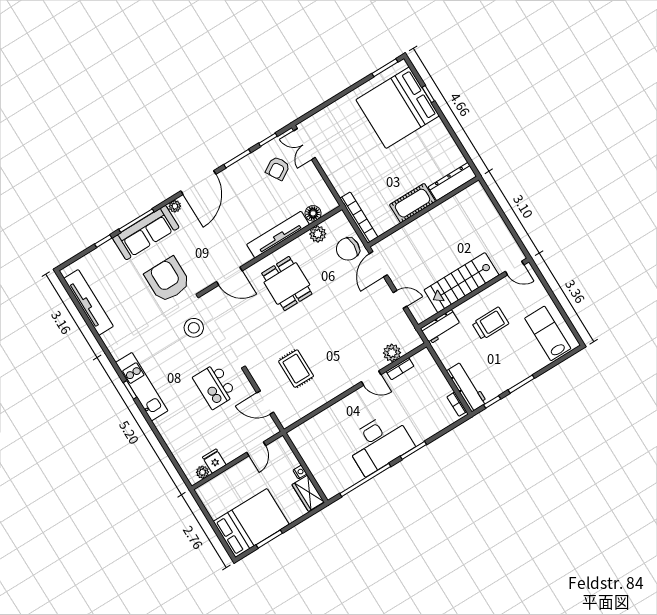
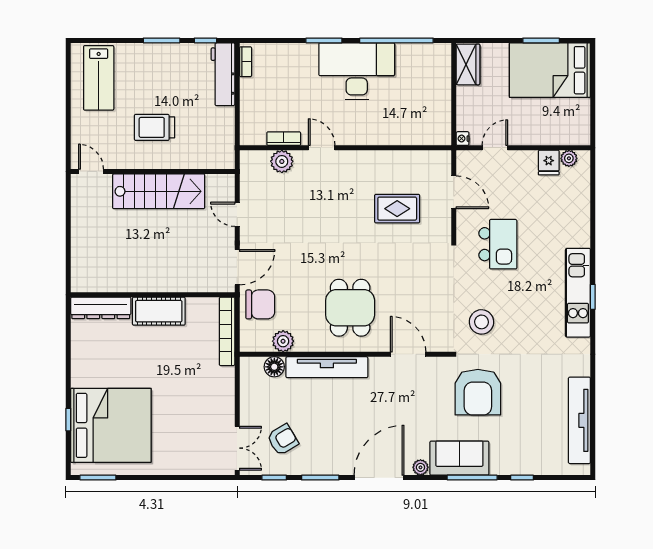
sofa: (146, 233) -> (459, 458), width x0.73
workbench: (441, 327) -> (211, 157), removed
rug: (296, 369) -> (397, 209), turned 90
nightstand: (300, 472) -> (463, 139), moved

